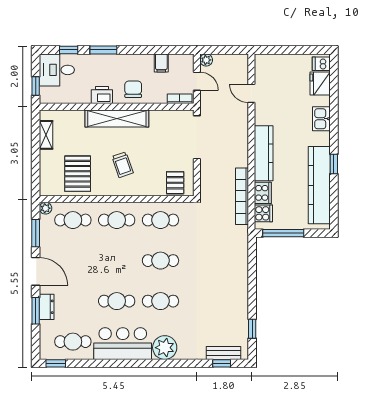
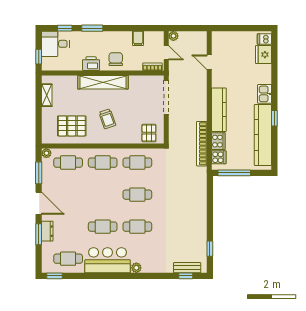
kitchen sink: (321, 119) -> (265, 94), moved
pallet: (78, 174) -> (72, 126), turned 90
plant: (165, 348) -> (136, 268), width x0.53, depth x0.53

